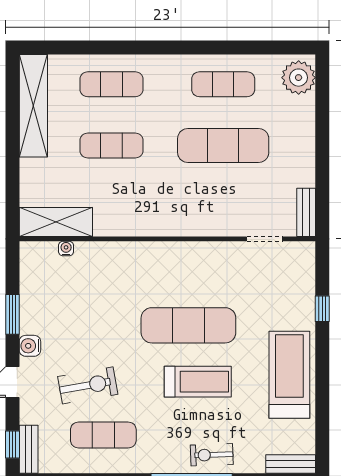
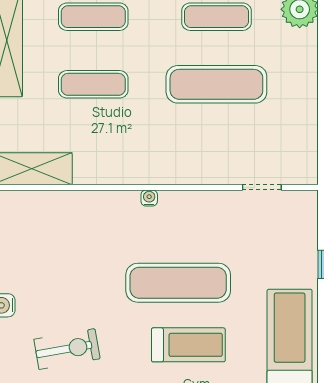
bench: (306, 212) -> (308, 158), removed
water cooler: (66, 249) -> (149, 198), moved

